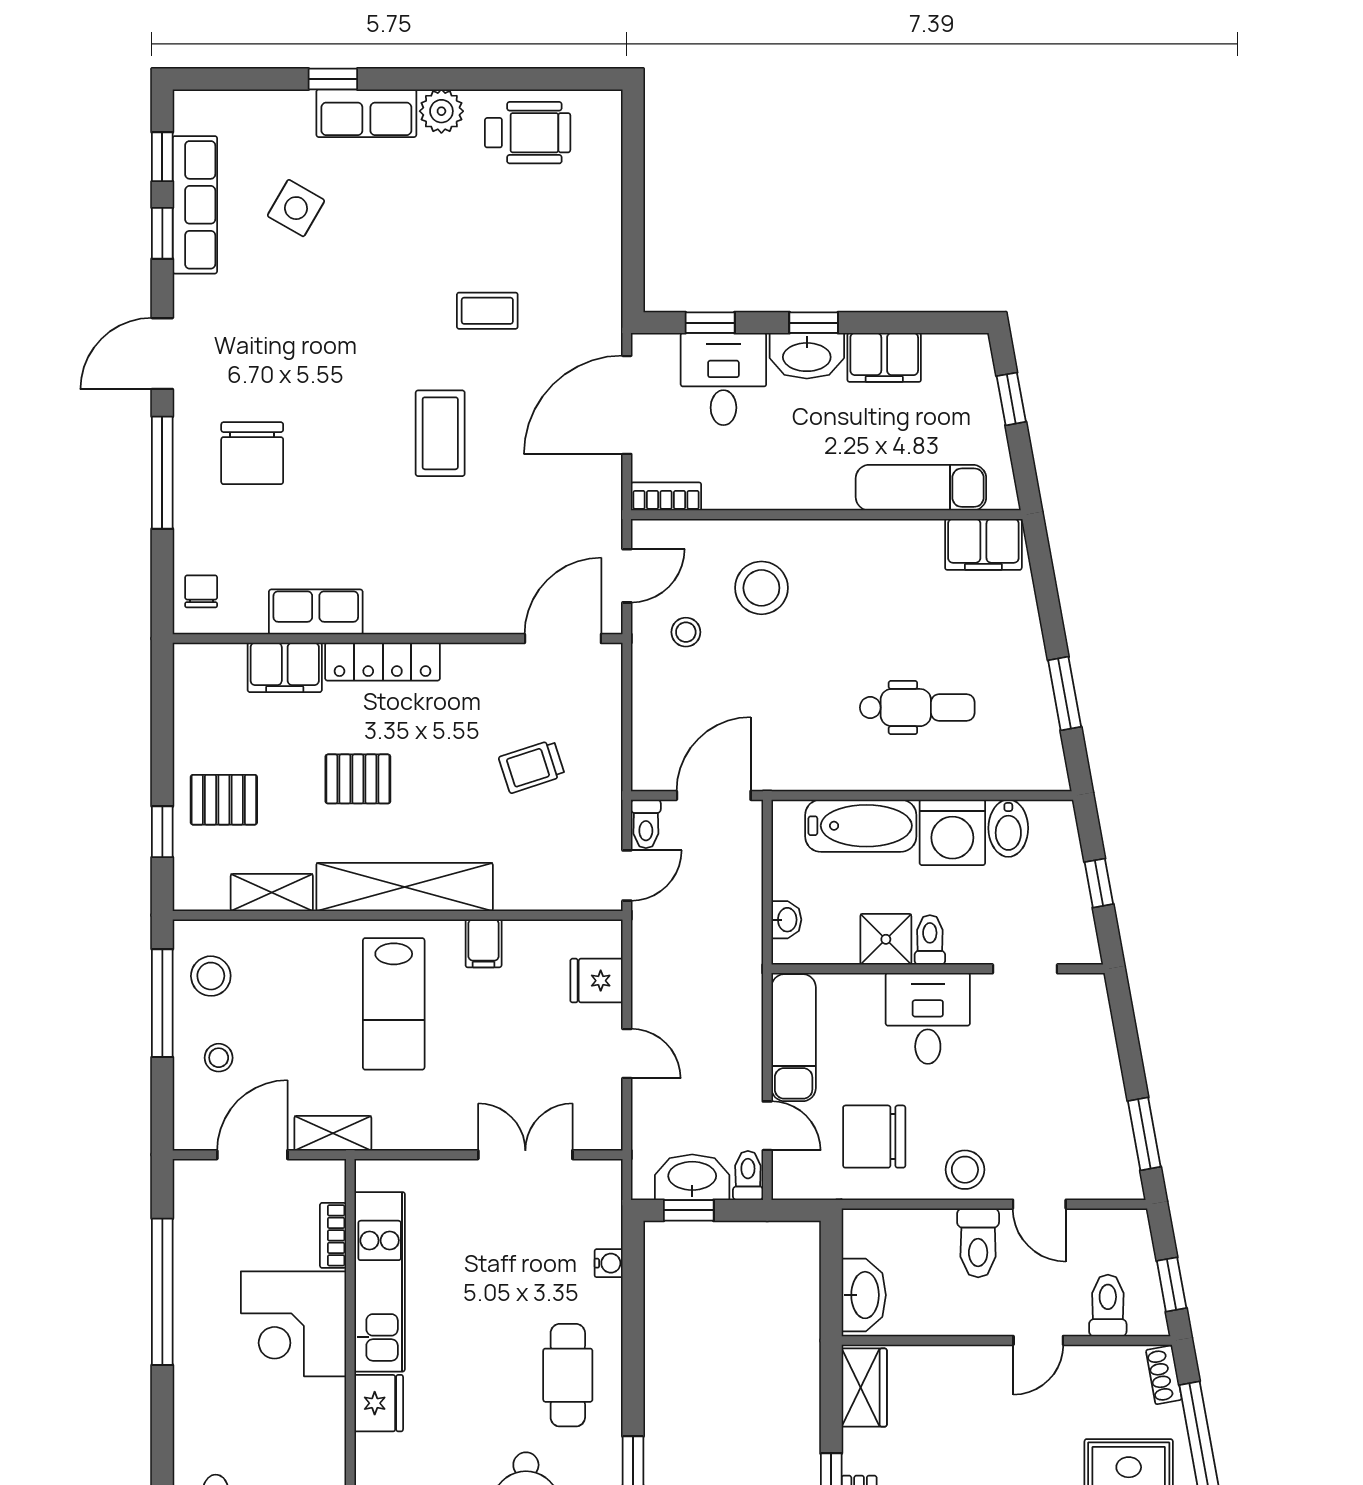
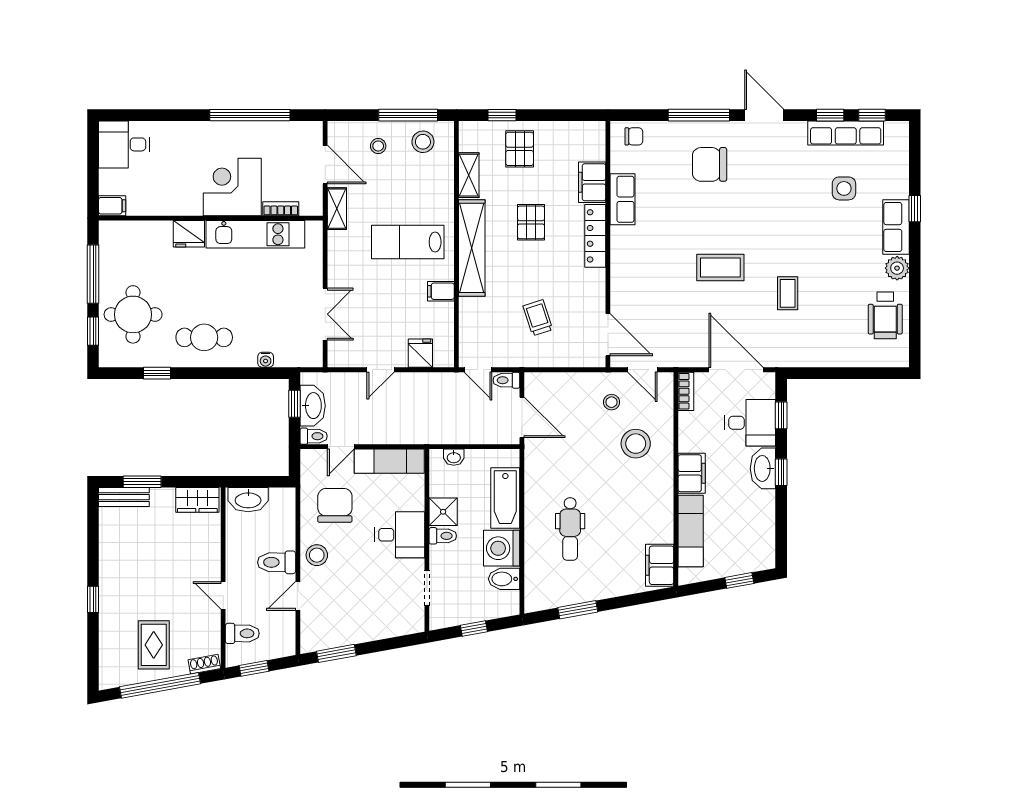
side table: (296, 208) -> (844, 188), turned -30
filing cabinet: (884, 357) -> (692, 473), moved, turned 180

